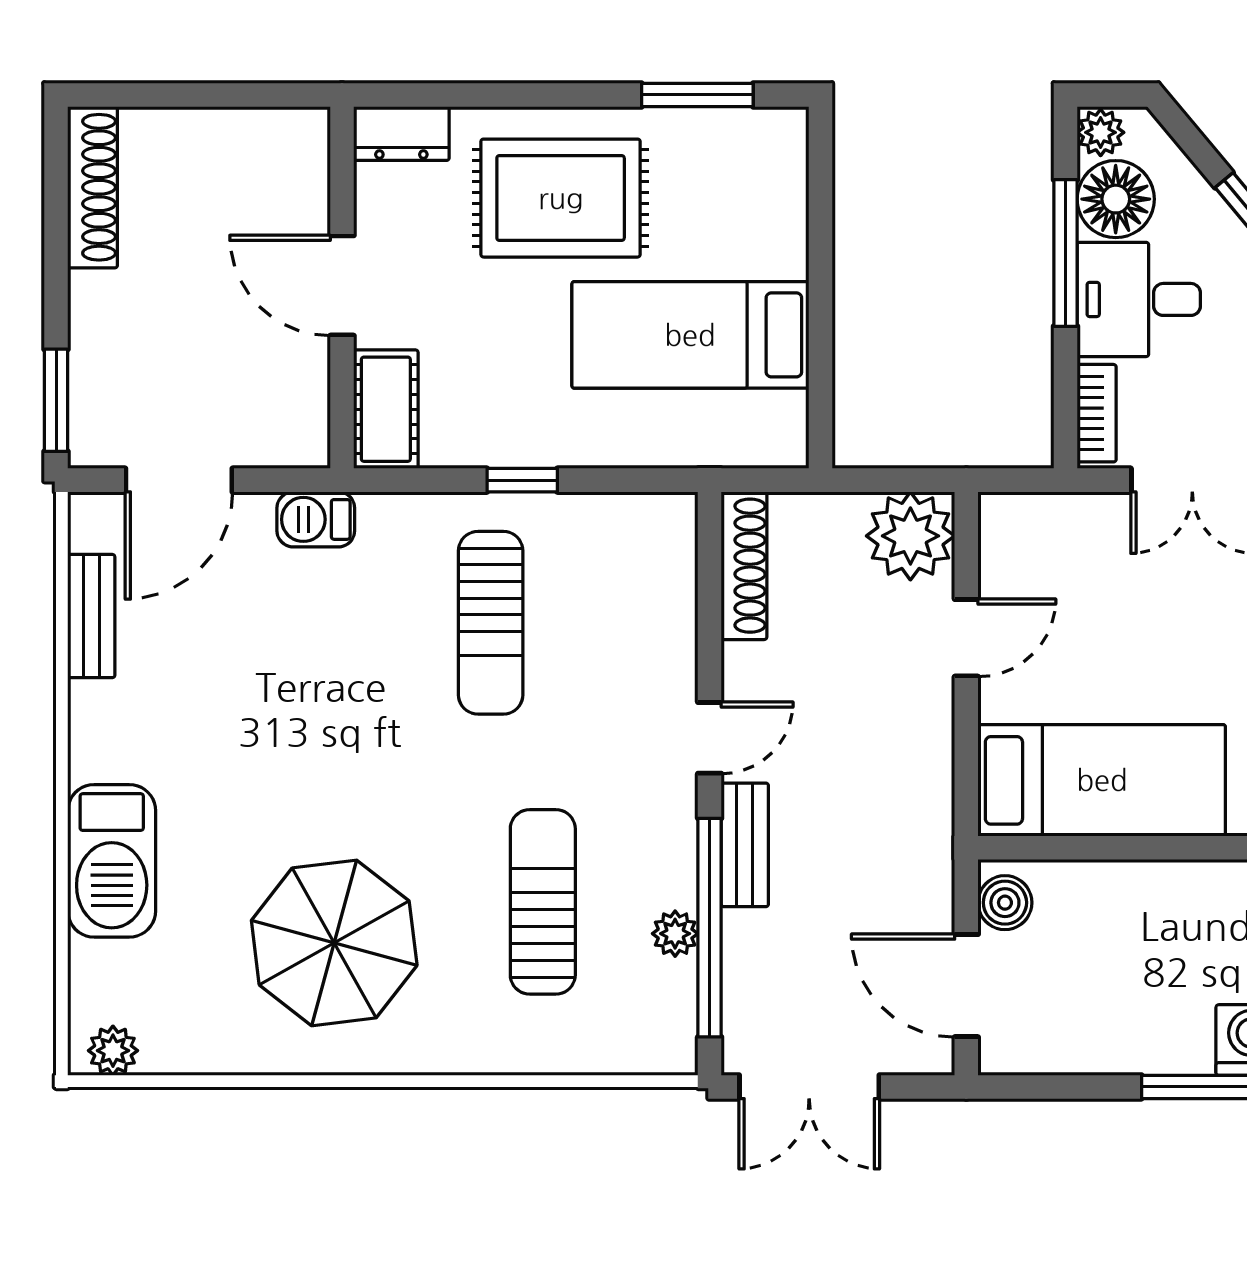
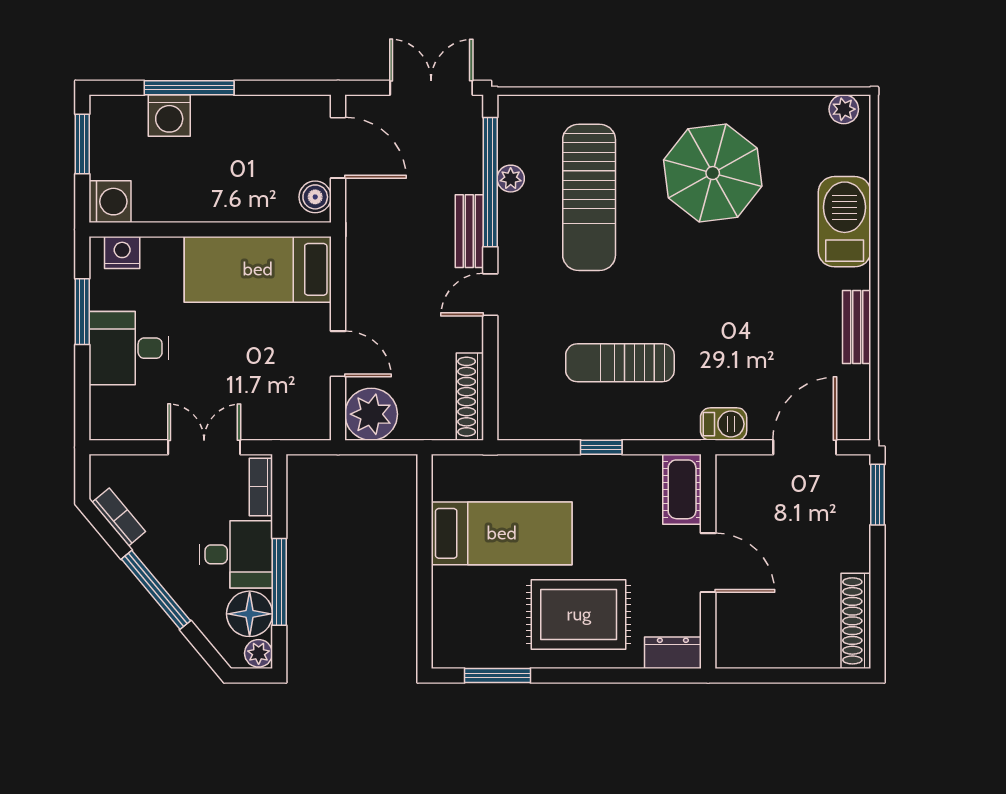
bench: (91, 616) -> (857, 327), moved
sun lounger: (491, 623) -> (620, 363), turned -90
door: (966, 638) -> (338, 354), swing flipped
sun lounger: (543, 902) -> (589, 197), width x1.36, depth x1.34

